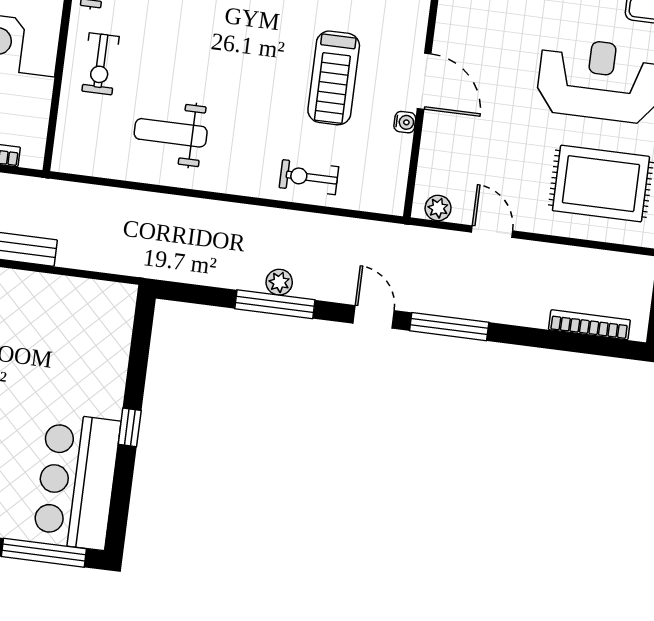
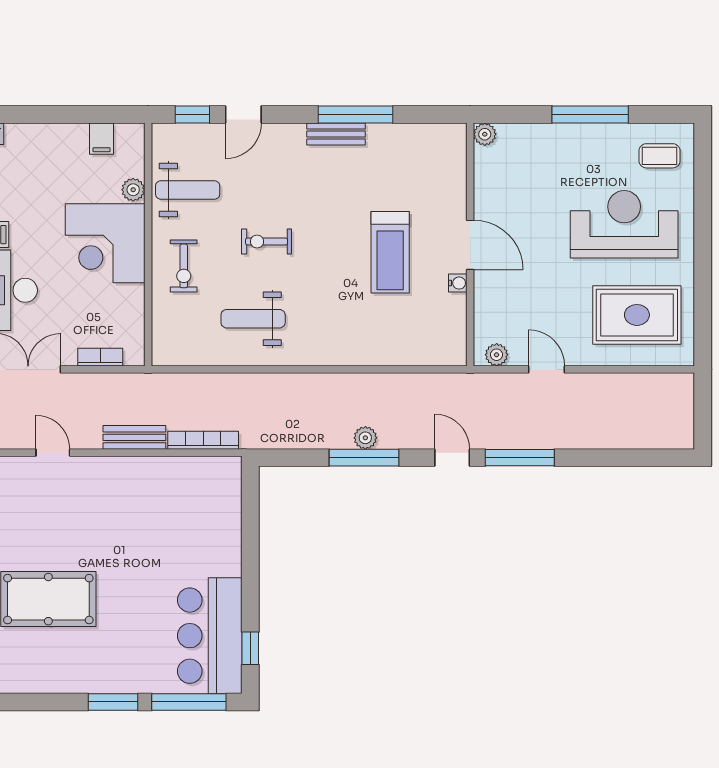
exercise bike: (309, 177) -> (266, 241), moved
bookcase: (589, 325) -> (203, 440), moved
window: (130, 427) -> (250, 648), moved

